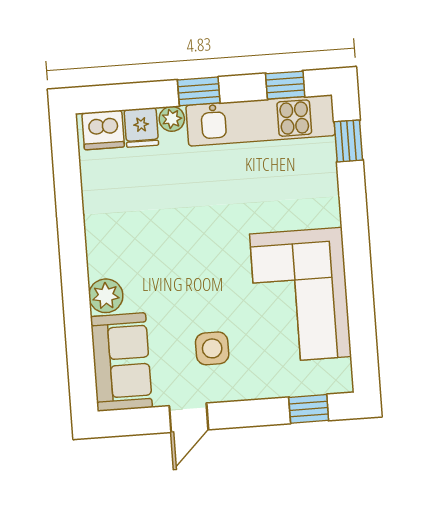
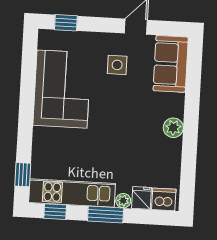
window: (199, 91) -> (106, 214), width x1.50
plant: (106, 296) -> (173, 128), moved

